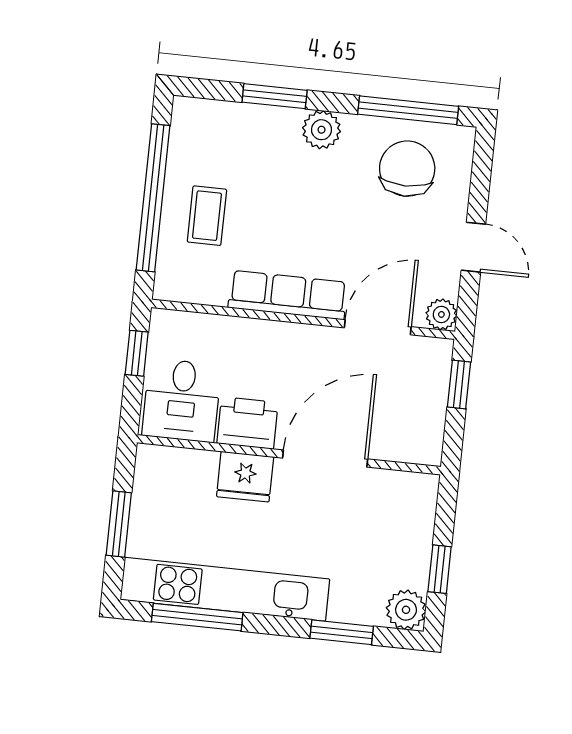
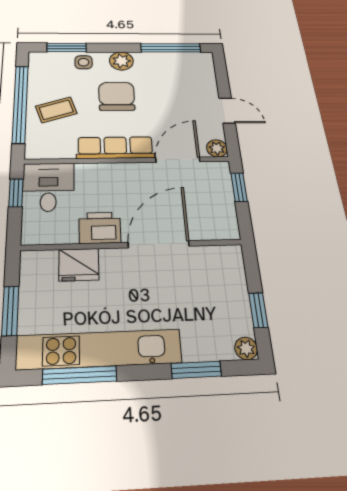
window: (275, 96) -> (67, 47), moved
side table: (260, 126) -> (84, 62), added
chair: (407, 169) -> (117, 96), moved
coffee table: (207, 216) -> (56, 110), turned 72
desk: (182, 400) -> (48, 187), moved, turned 180
fridge: (245, 477) -> (79, 265), moved
plant: (406, 610) -> (246, 348), width x0.73, depth x0.73

